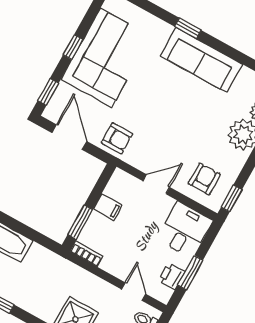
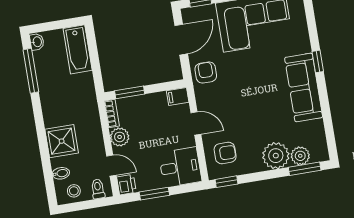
armchair: (117, 138) -> (206, 72), turned 180
filing cabinet: (108, 207) -> (178, 96), moved, turned 90
plant: (113, 263) -> (120, 137), added
printer: (172, 276) -> (126, 185), moved, turned 90
door: (134, 292) -> (111, 166), hinge flipped

